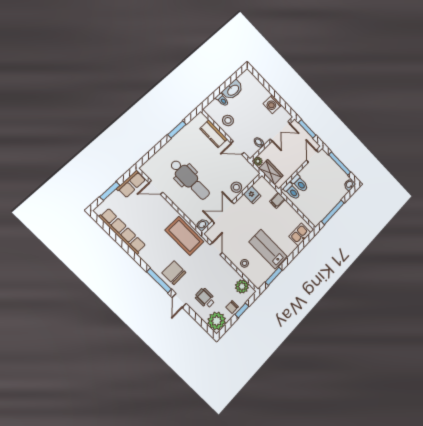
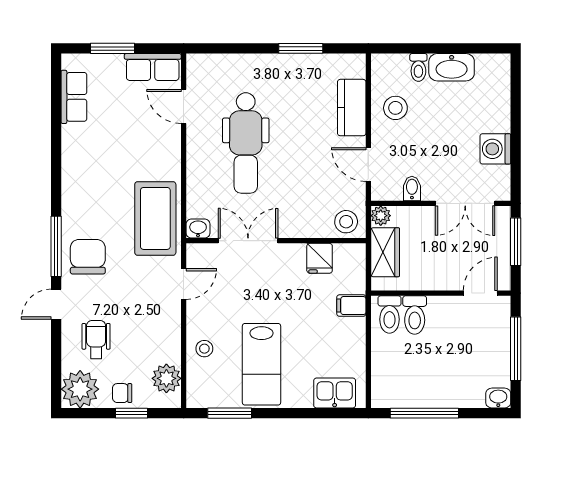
stool: (236, 187) -> (346, 222), moved
row of seats: (122, 231) -> (74, 97), width x0.50
lab bench: (268, 249) -> (262, 364), turned 180

